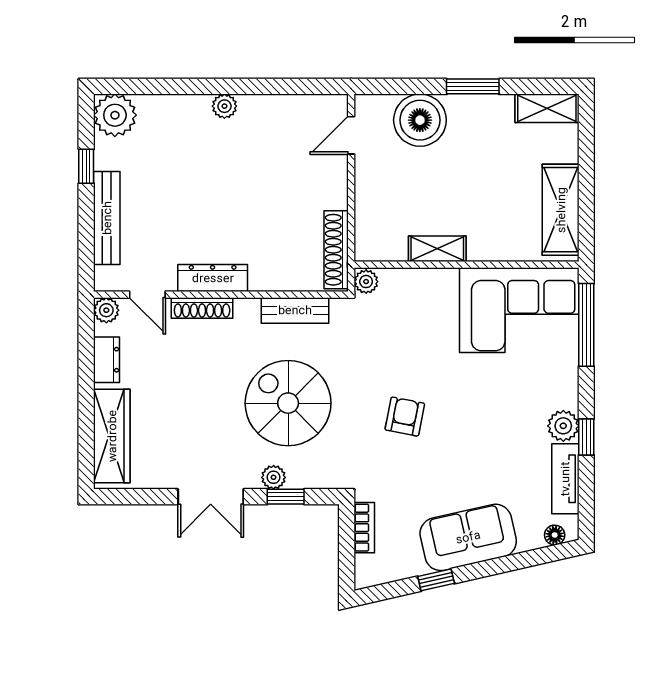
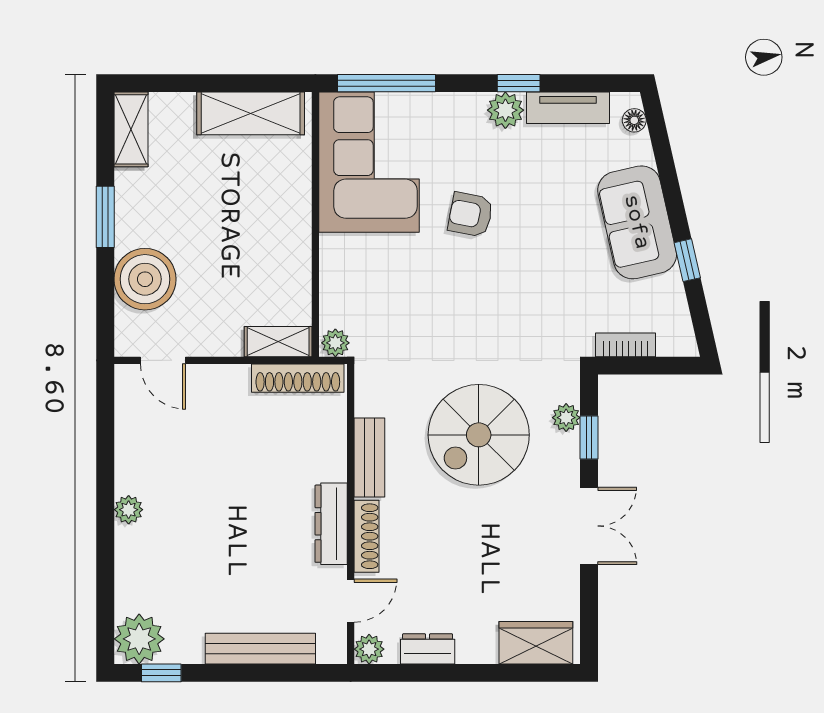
window: (86, 166) -> (161, 673), moved
shelving: (437, 249) -> (278, 342), moved, turned 90
bench: (295, 310) -> (369, 458), moved
armchair: (405, 417) -> (471, 215), moved
wardrobe: (112, 436) -> (536, 643), width x0.67
plant: (274, 477) -> (566, 418), moved

